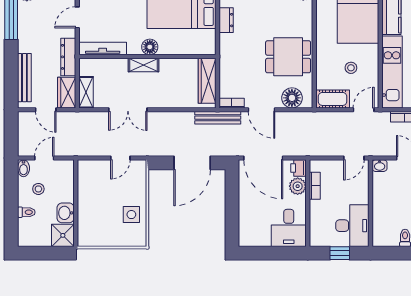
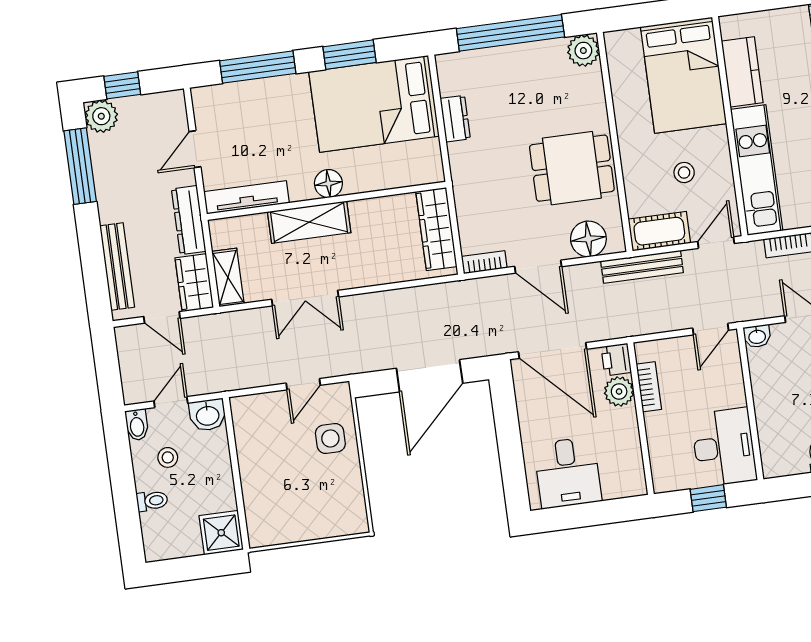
shelving: (144, 65) -> (309, 222), width x1.50, depth x1.33
bench: (218, 118) -> (642, 267), moved
washbasin: (66, 213) -> (208, 415), moved, turned -90
side table: (131, 215) -> (330, 438), moved
desk: (289, 228) -> (568, 473), moved

